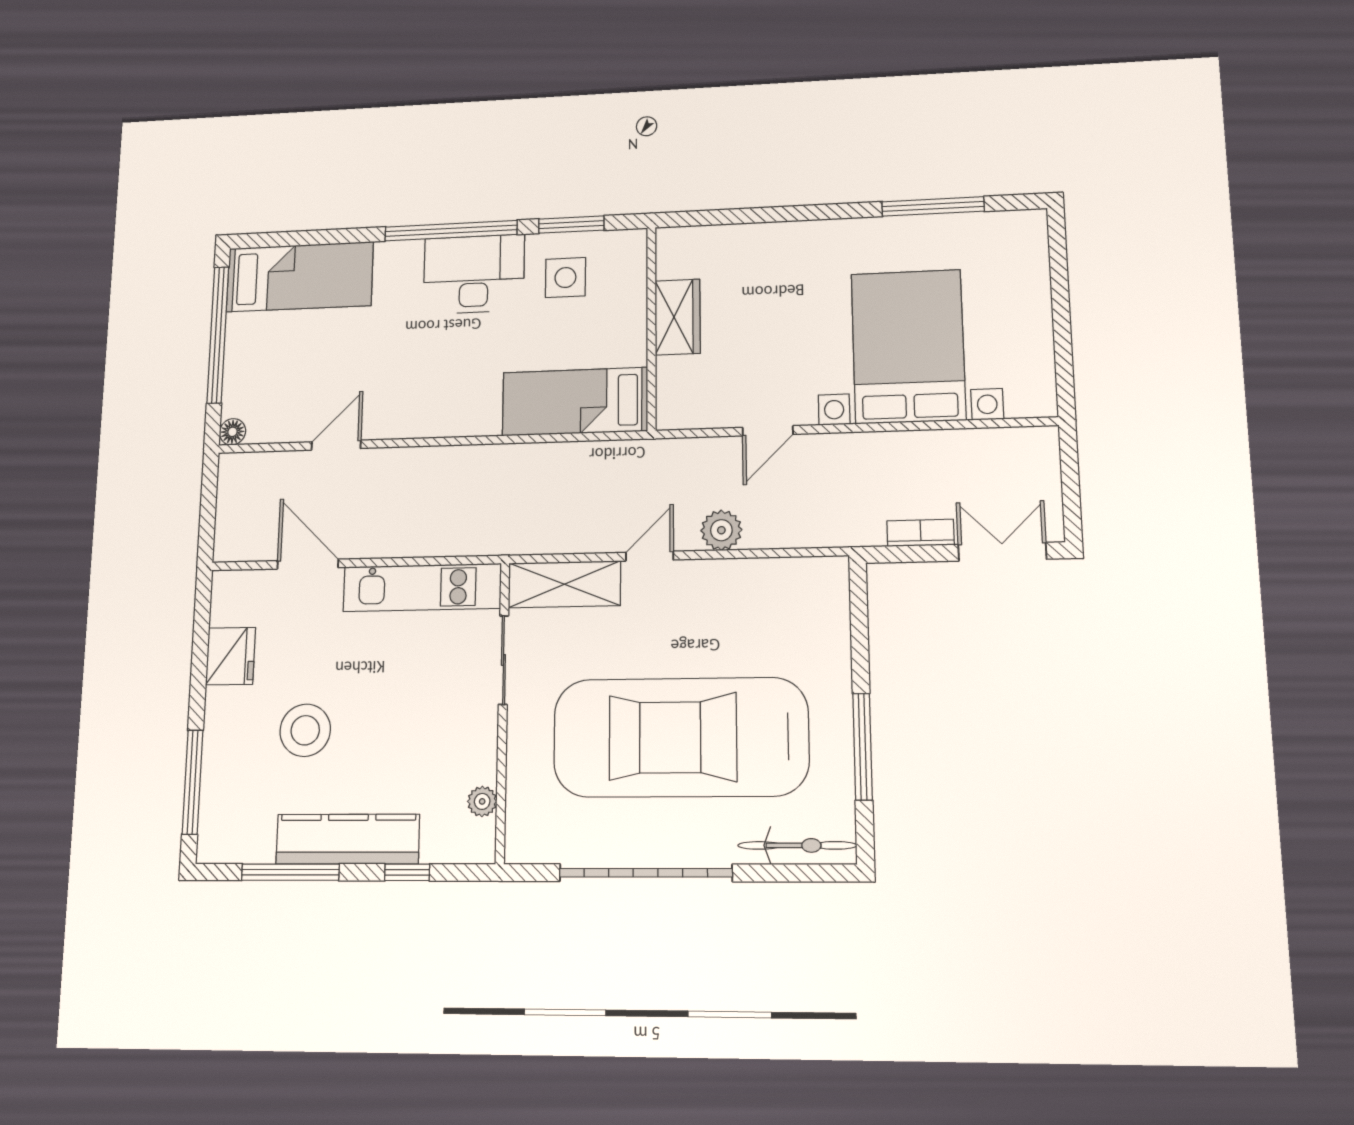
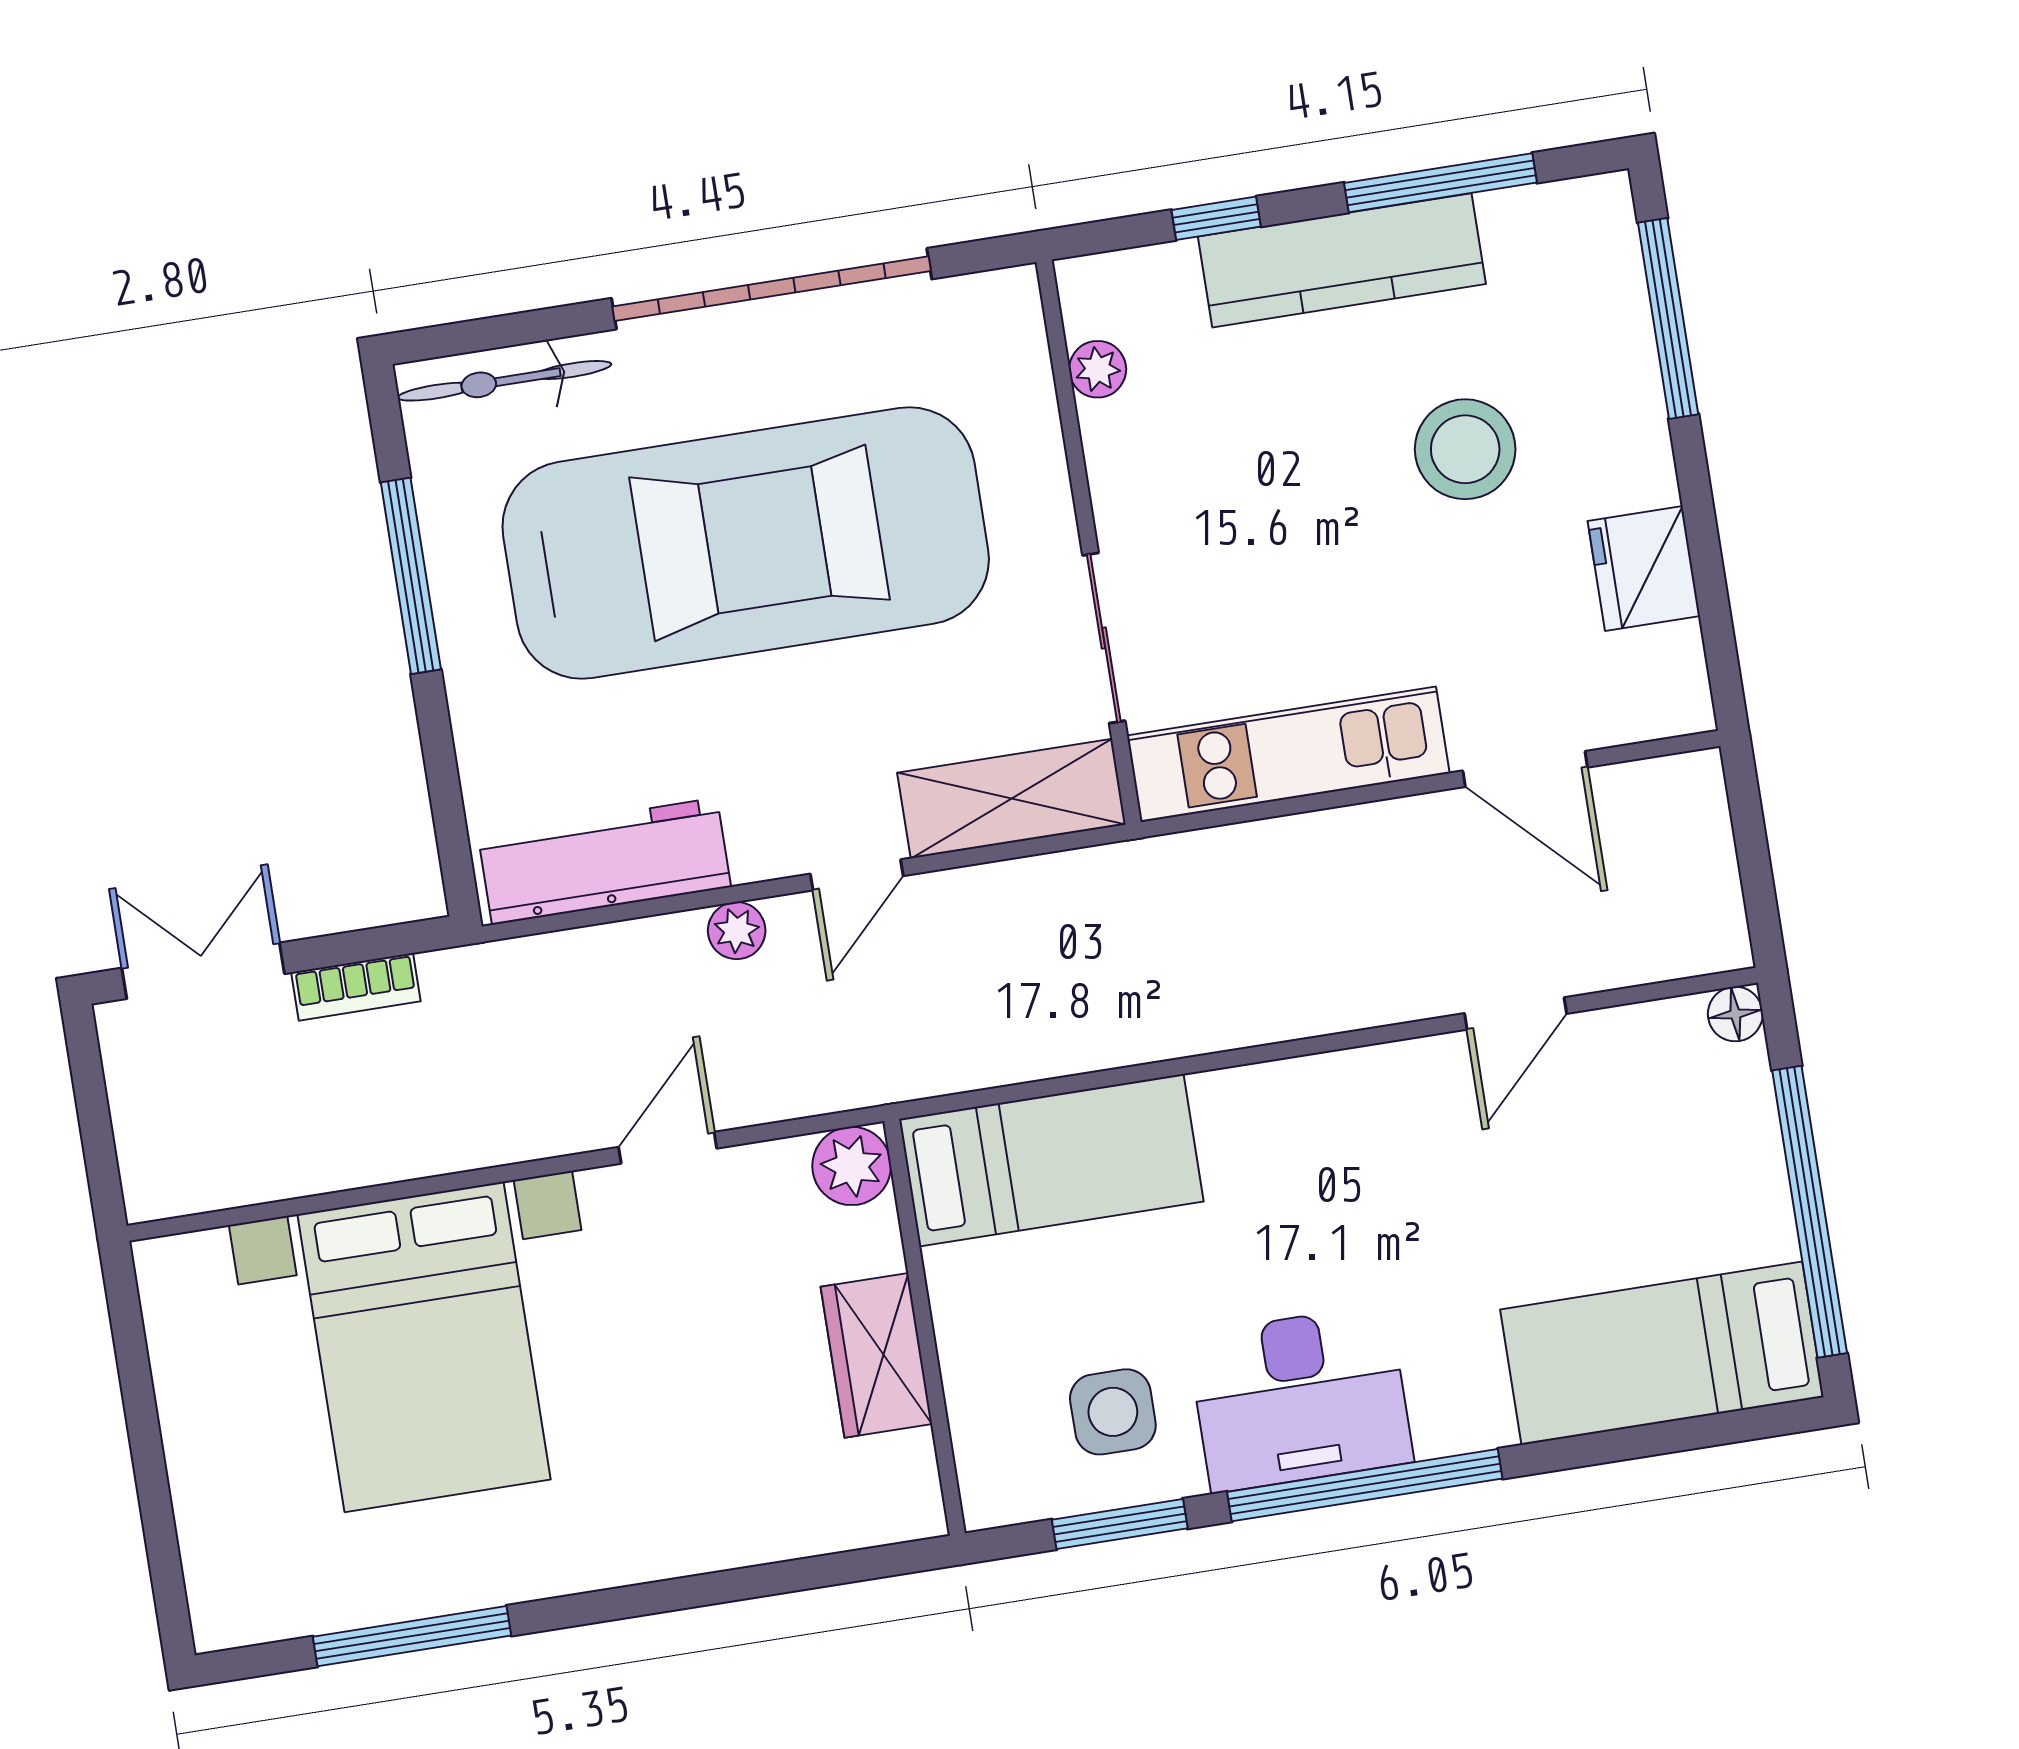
plant: (675, 411) -> (852, 1166), added
plant: (721, 530) -> (737, 931), width x0.73, depth x0.73
double door: (1002, 552) -> (203, 971), swing flipped
workbench: (780, 581) -> (604, 861), added

